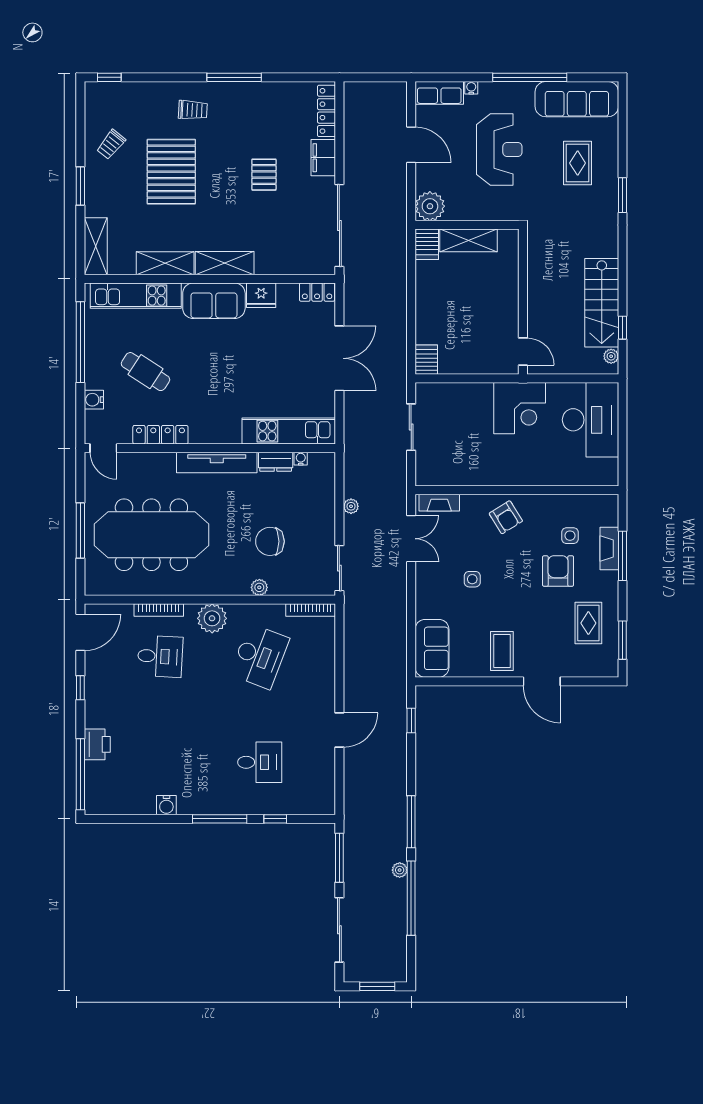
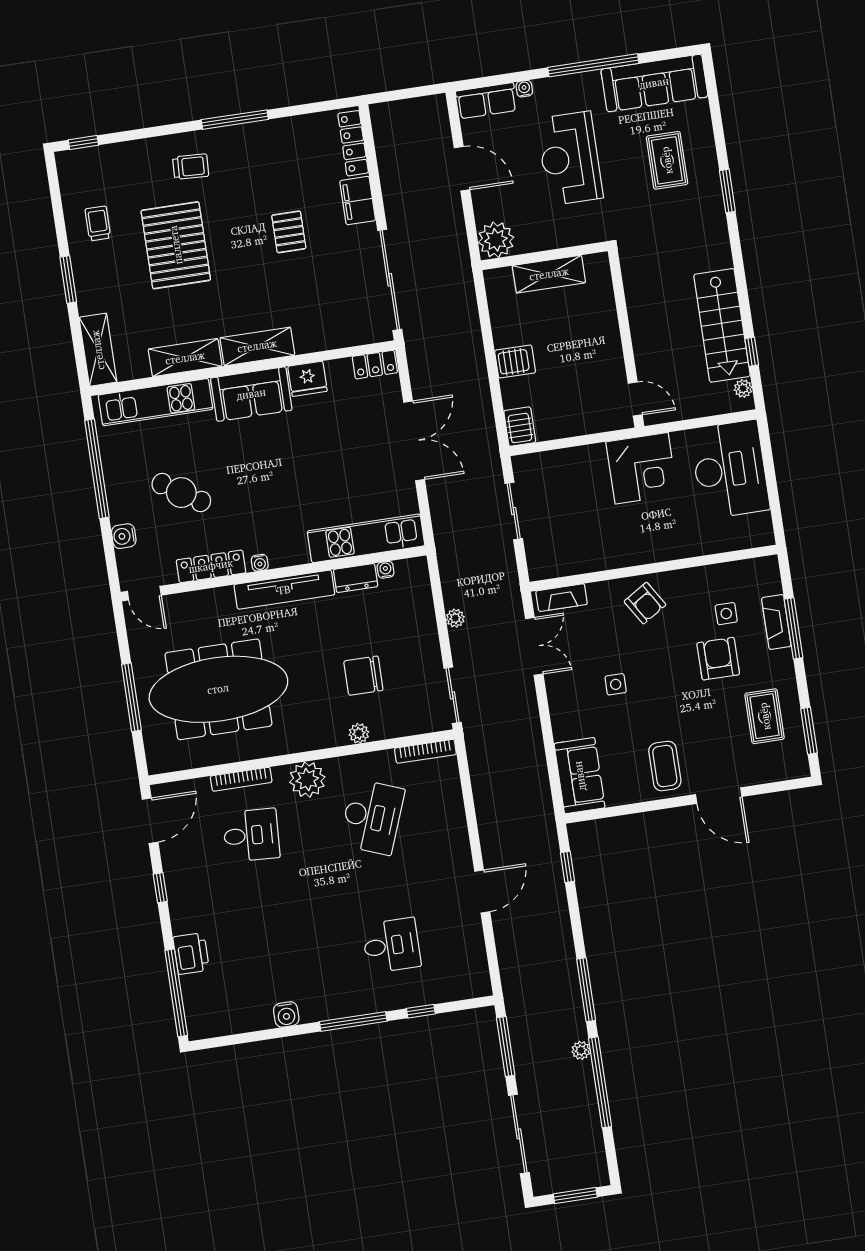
trolley: (111, 144) -> (98, 223), turned 141
reception desk: (499, 150) -> (570, 158), turned 180
server rack: (427, 244) -> (515, 361), moved, turned -90
water cooler: (200, 438) -> (260, 563), added

